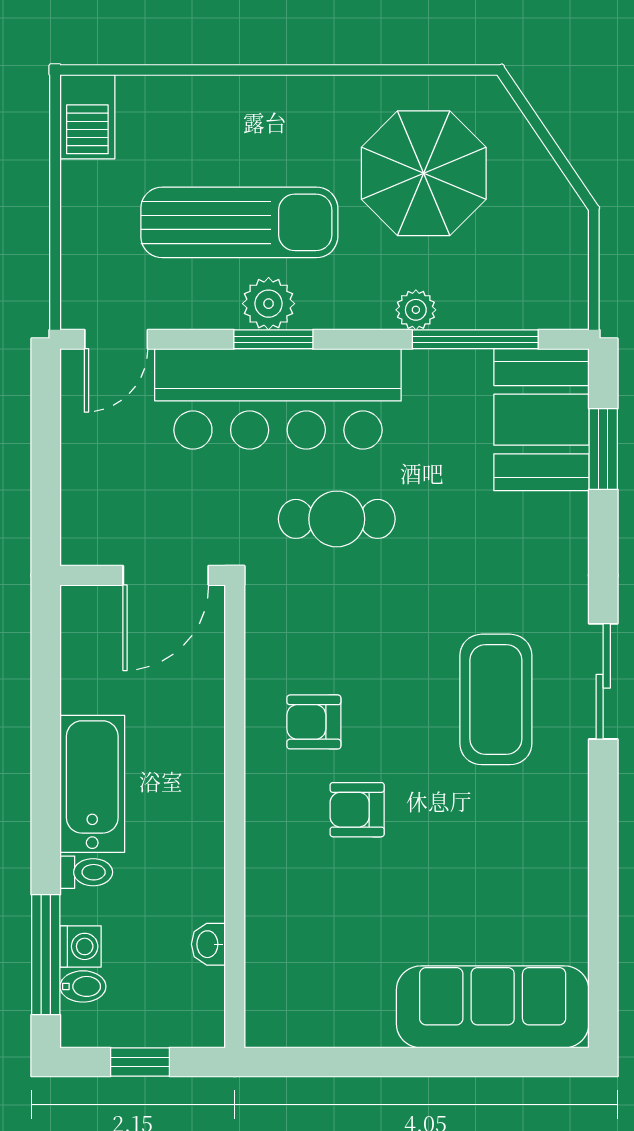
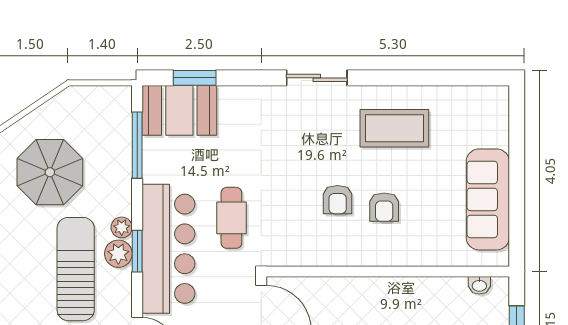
plant: (416, 310) -> (122, 227), moved
coffee table: (496, 699) -> (394, 128), moved
armchair: (314, 722) -> (338, 200), moved
washbasin: (208, 944) -> (479, 285), moved
sofa: (493, 1007) -> (488, 199), moved

